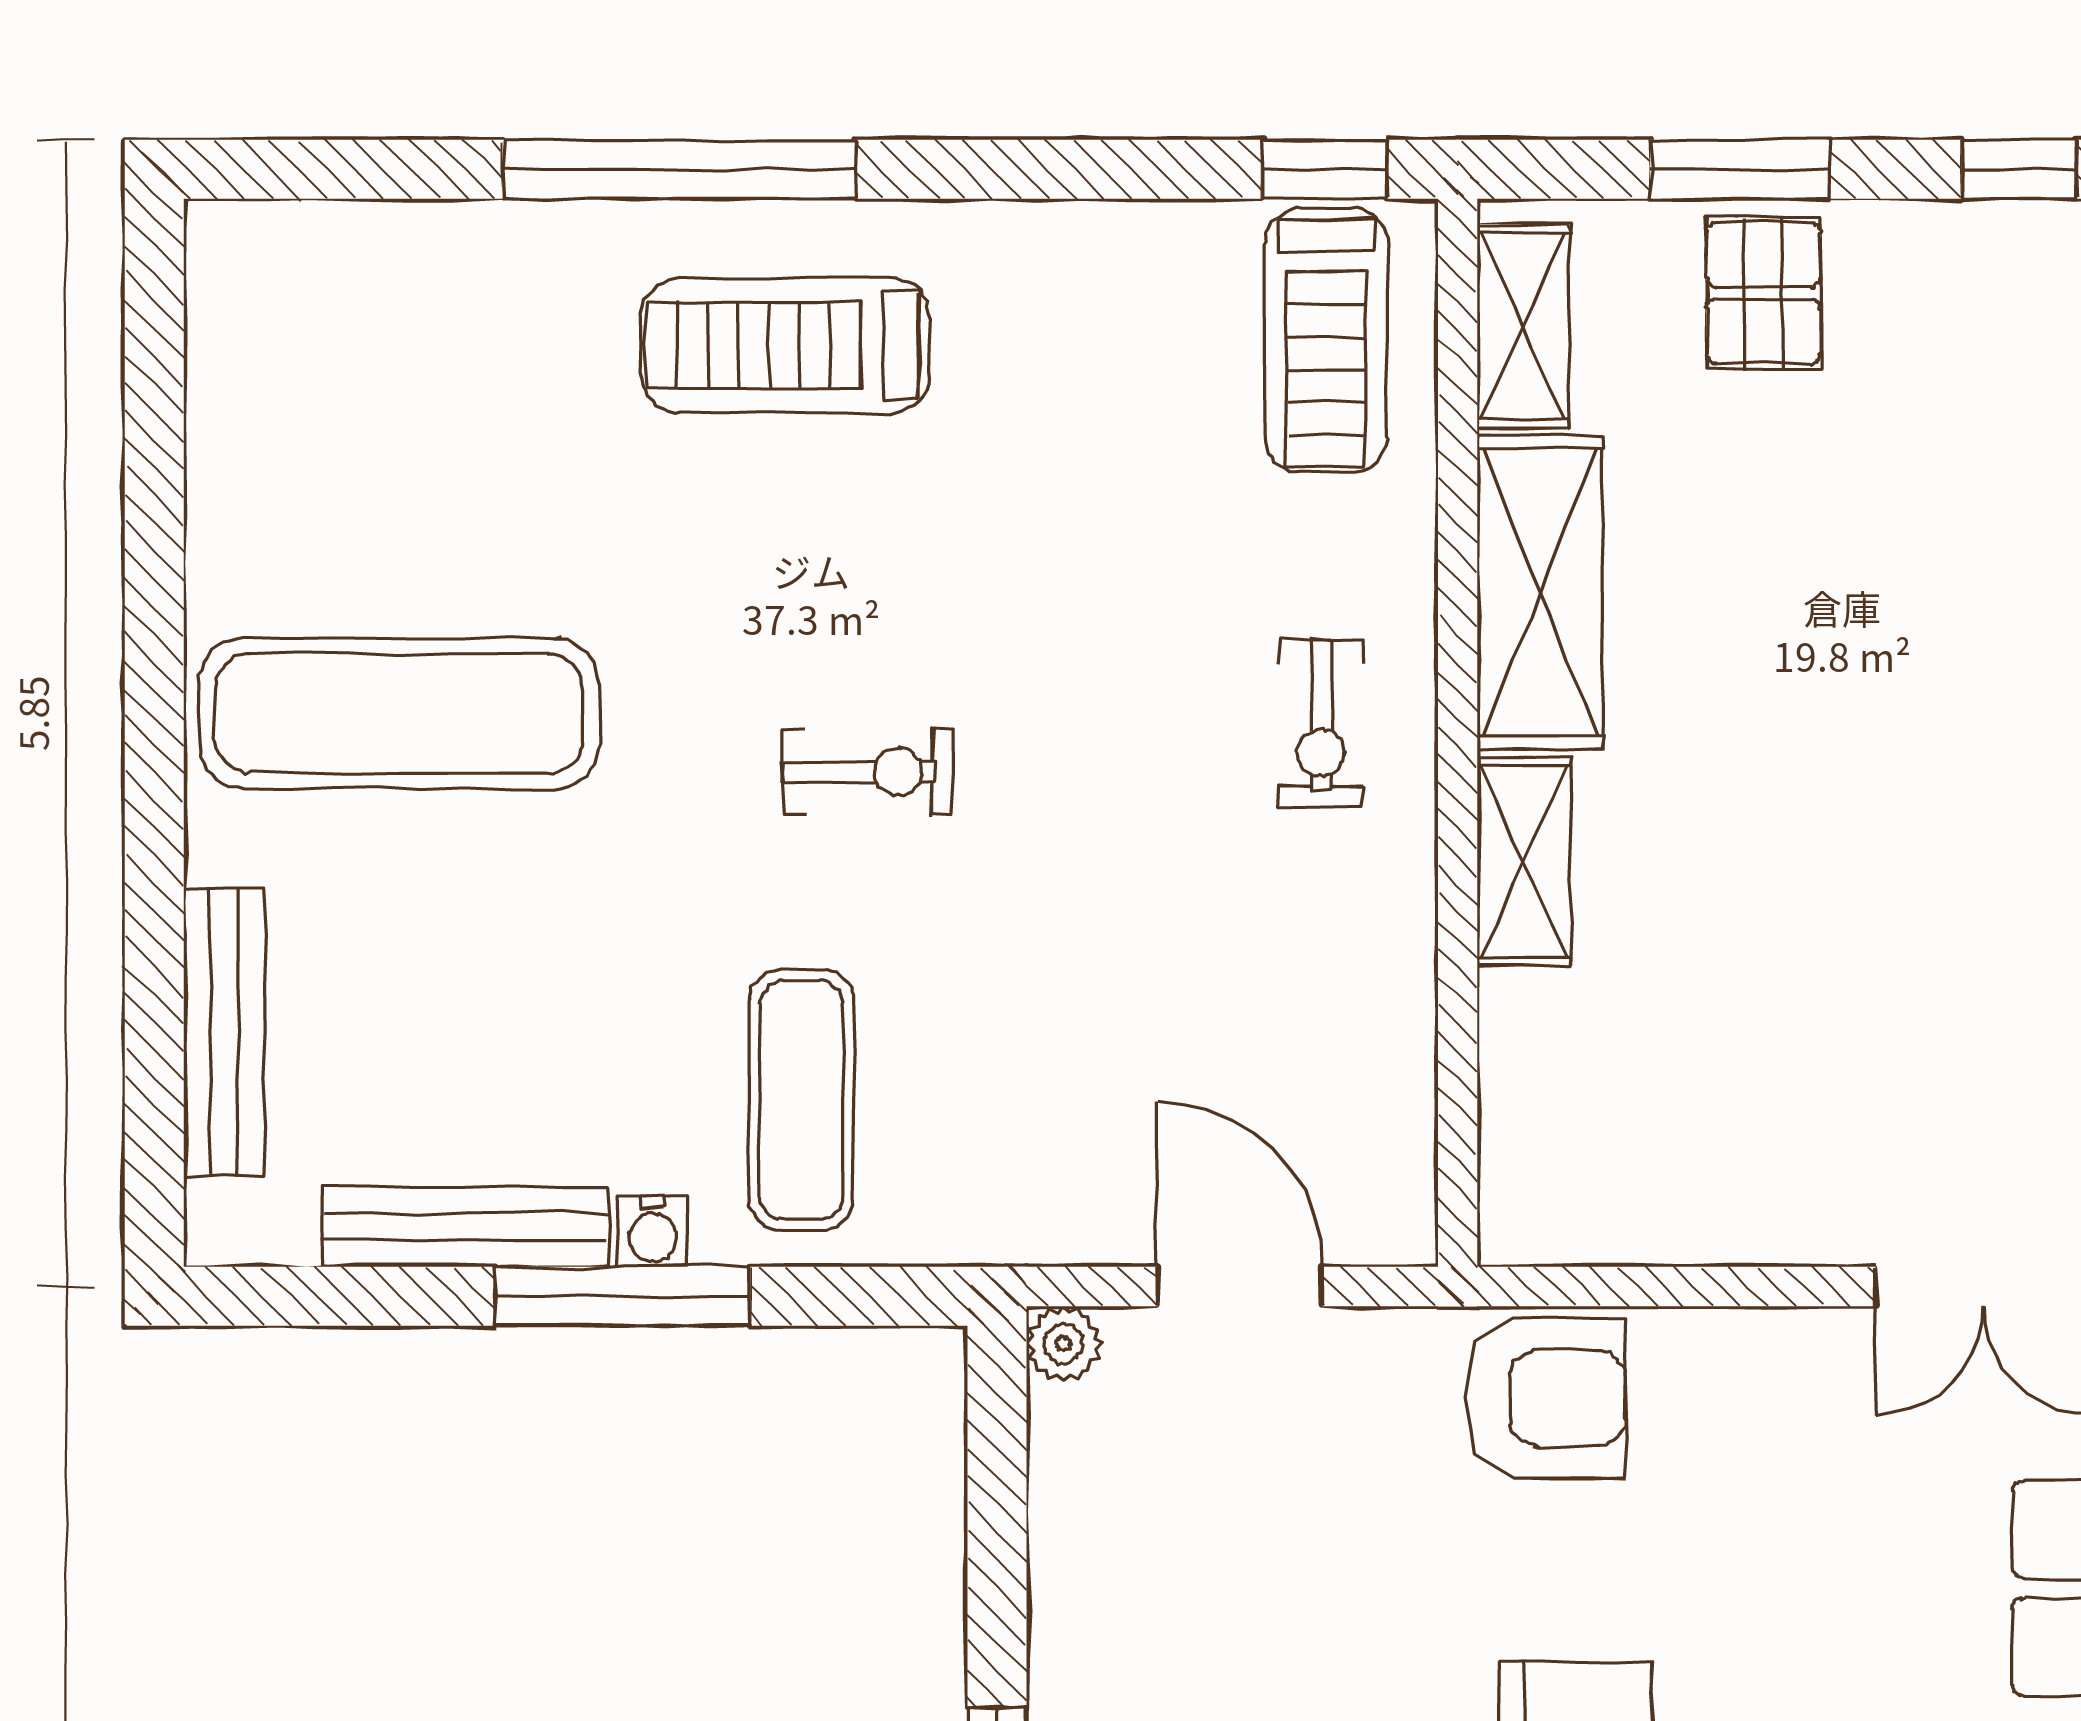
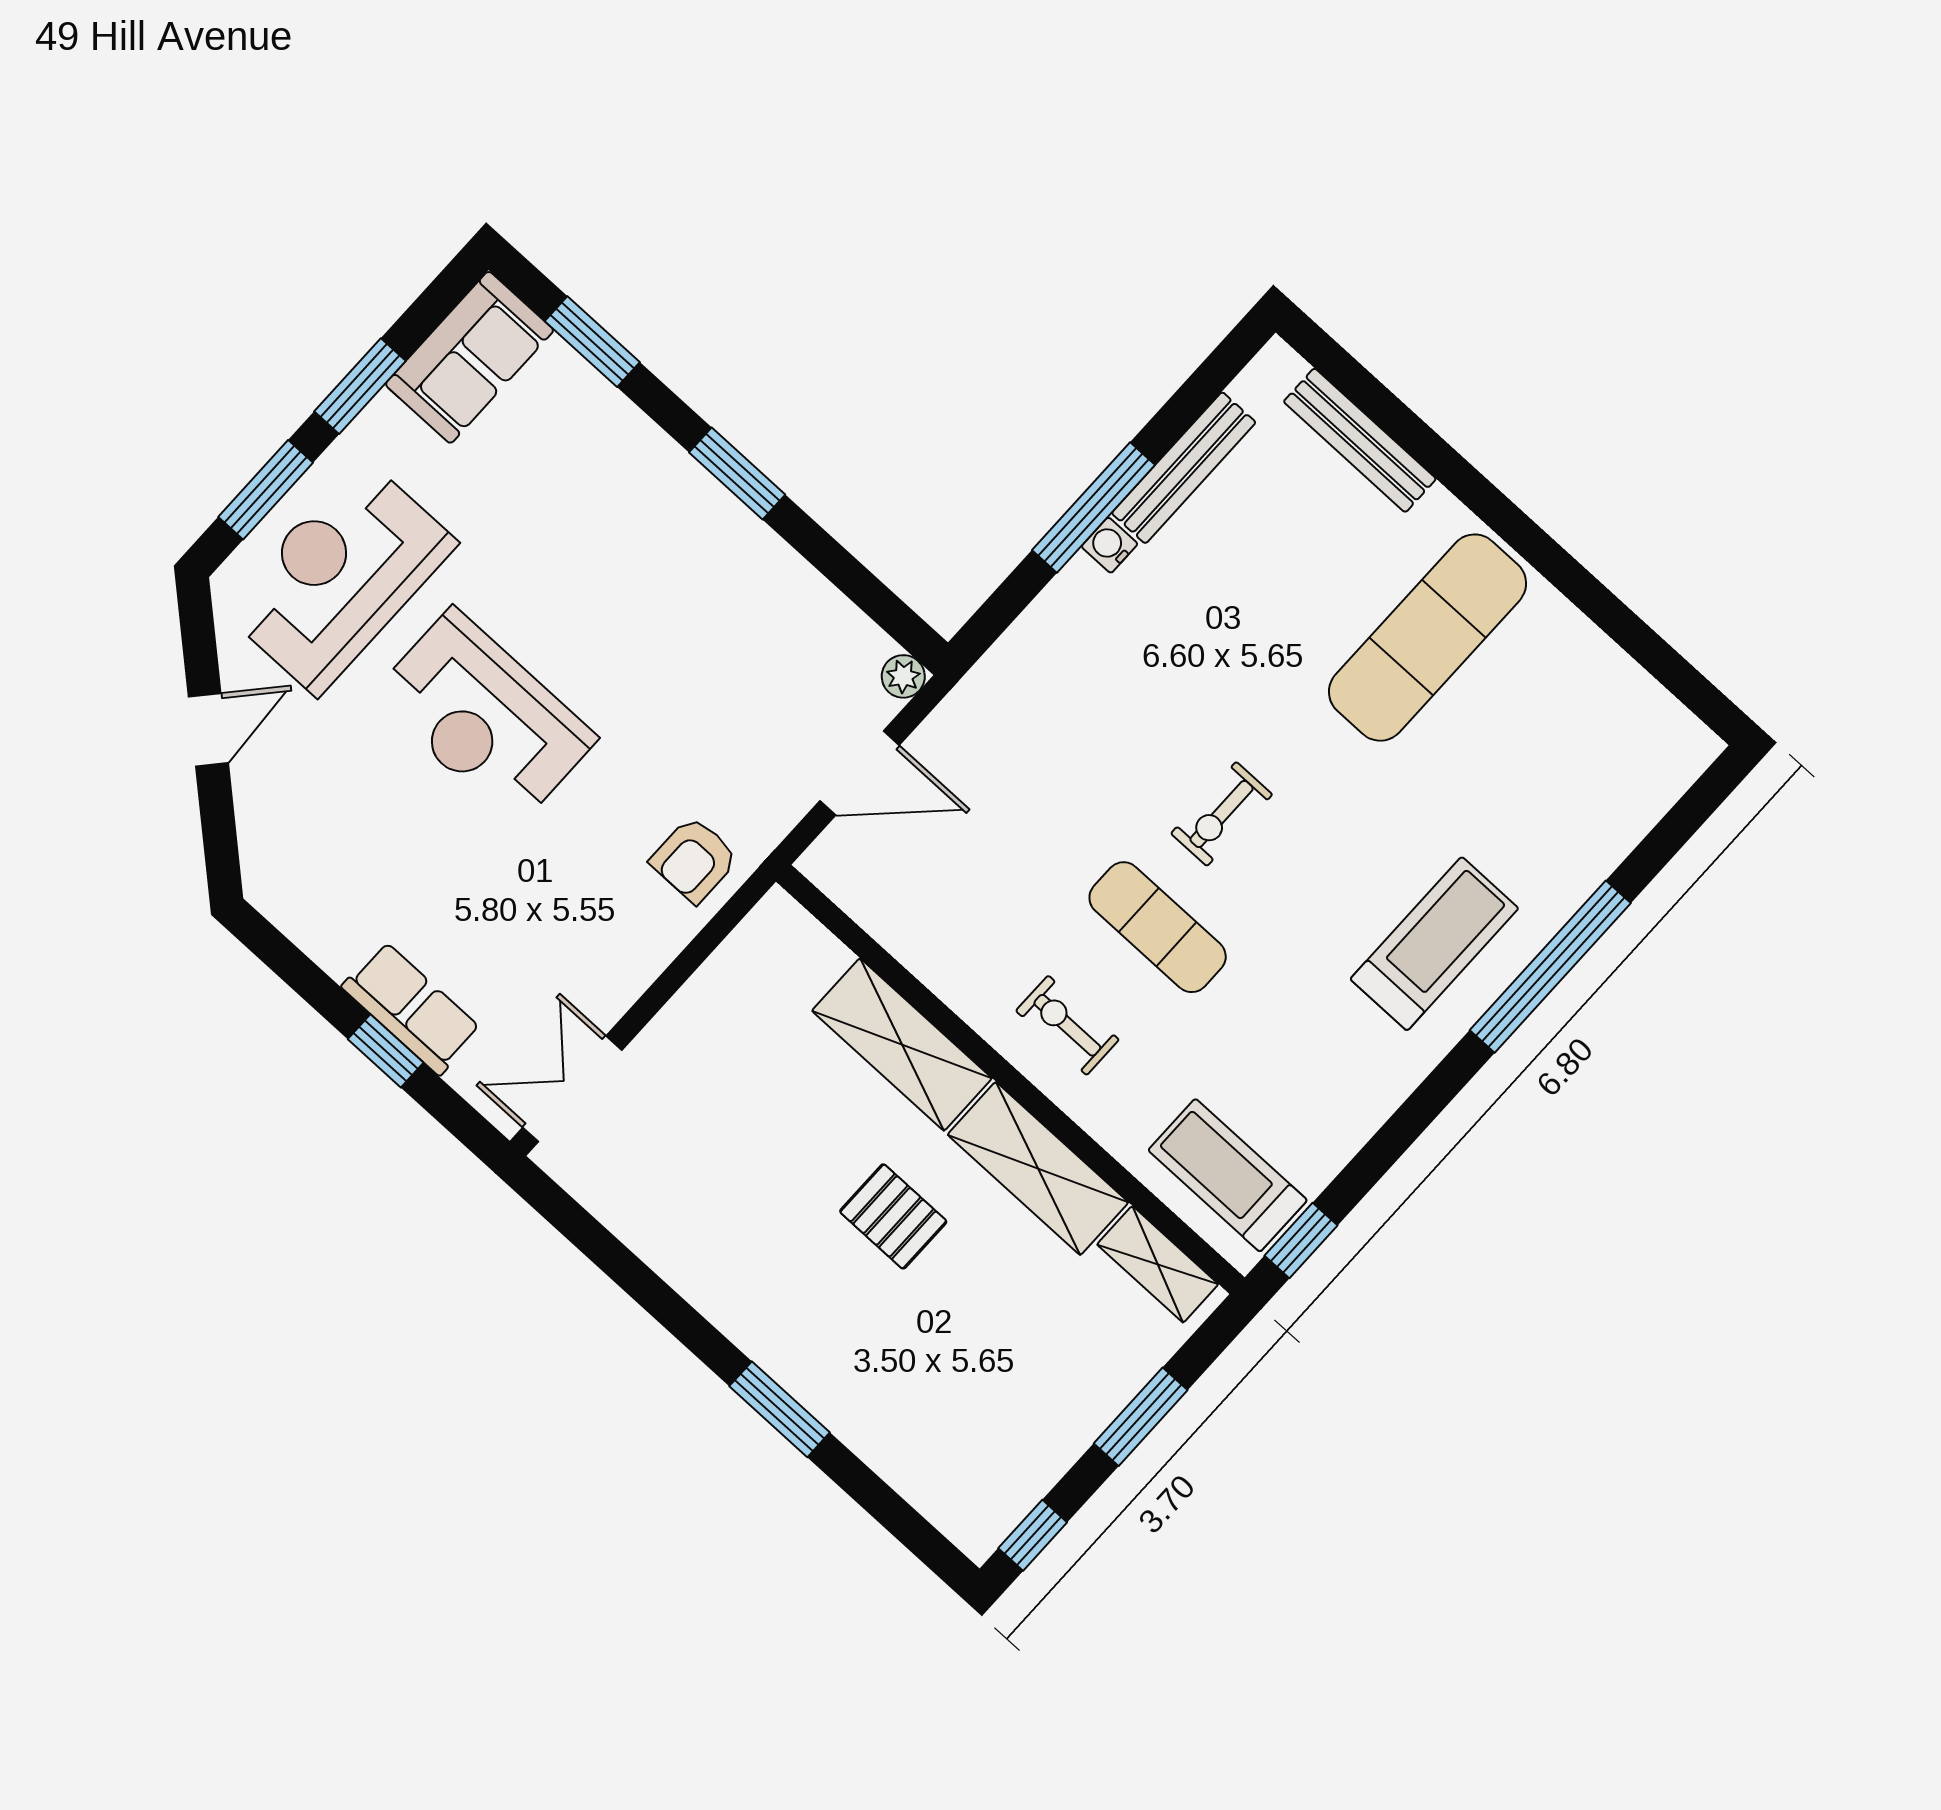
pallet: (1764, 294) -> (893, 1216), moved
shelving: (1524, 861) -> (902, 1044), width x1.50, depth x1.33
exercise mat: (801, 1100) -> (1158, 927), moved
armchair: (1545, 1398) -> (694, 860), width x0.72, depth x0.72

